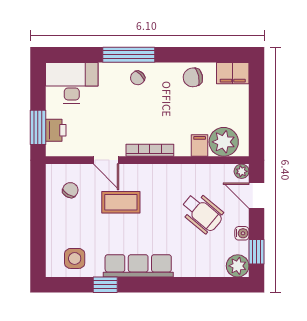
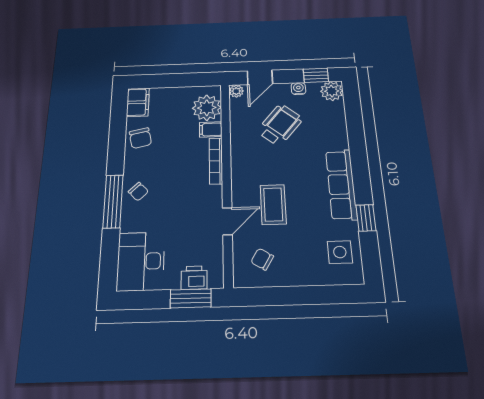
bookcase: (150, 150) -> (216, 161), moved

